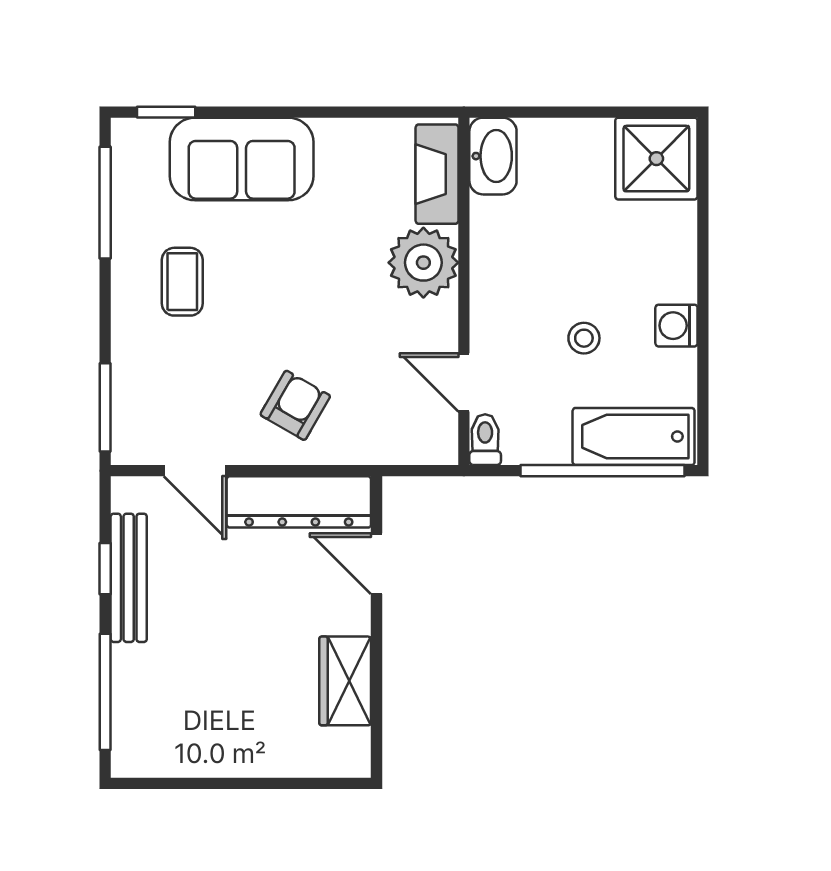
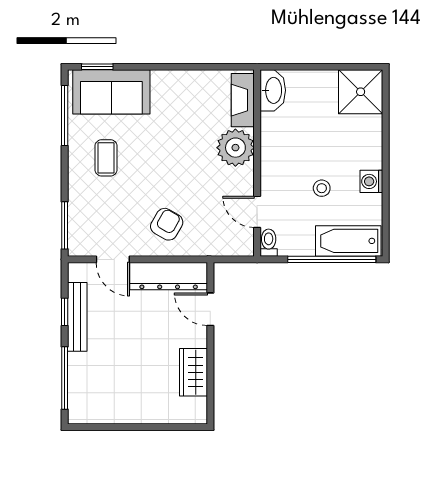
sofa: (242, 159) -> (111, 92), moved

